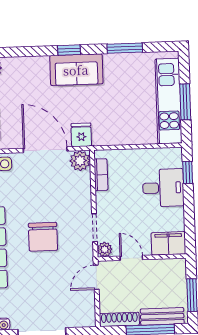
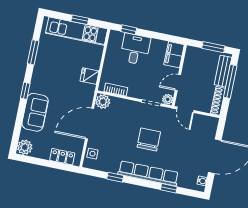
sofa: (76, 70) -> (35, 112), moved
window: (185, 102) -> (80, 20), width x0.67
fridge: (81, 135) -> (90, 76), moved
chair: (43, 237) -> (149, 140), turned -90

